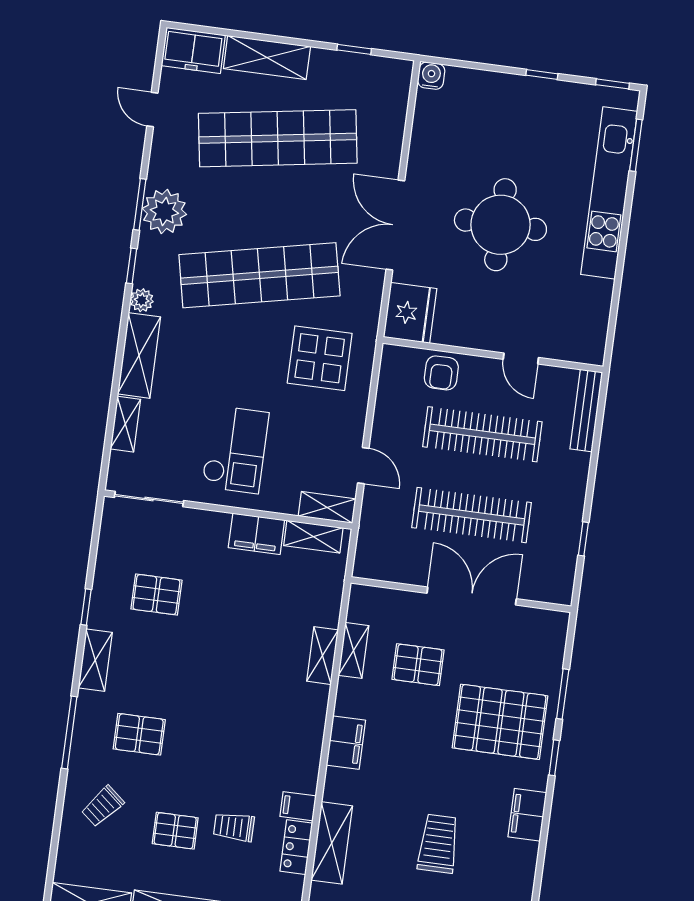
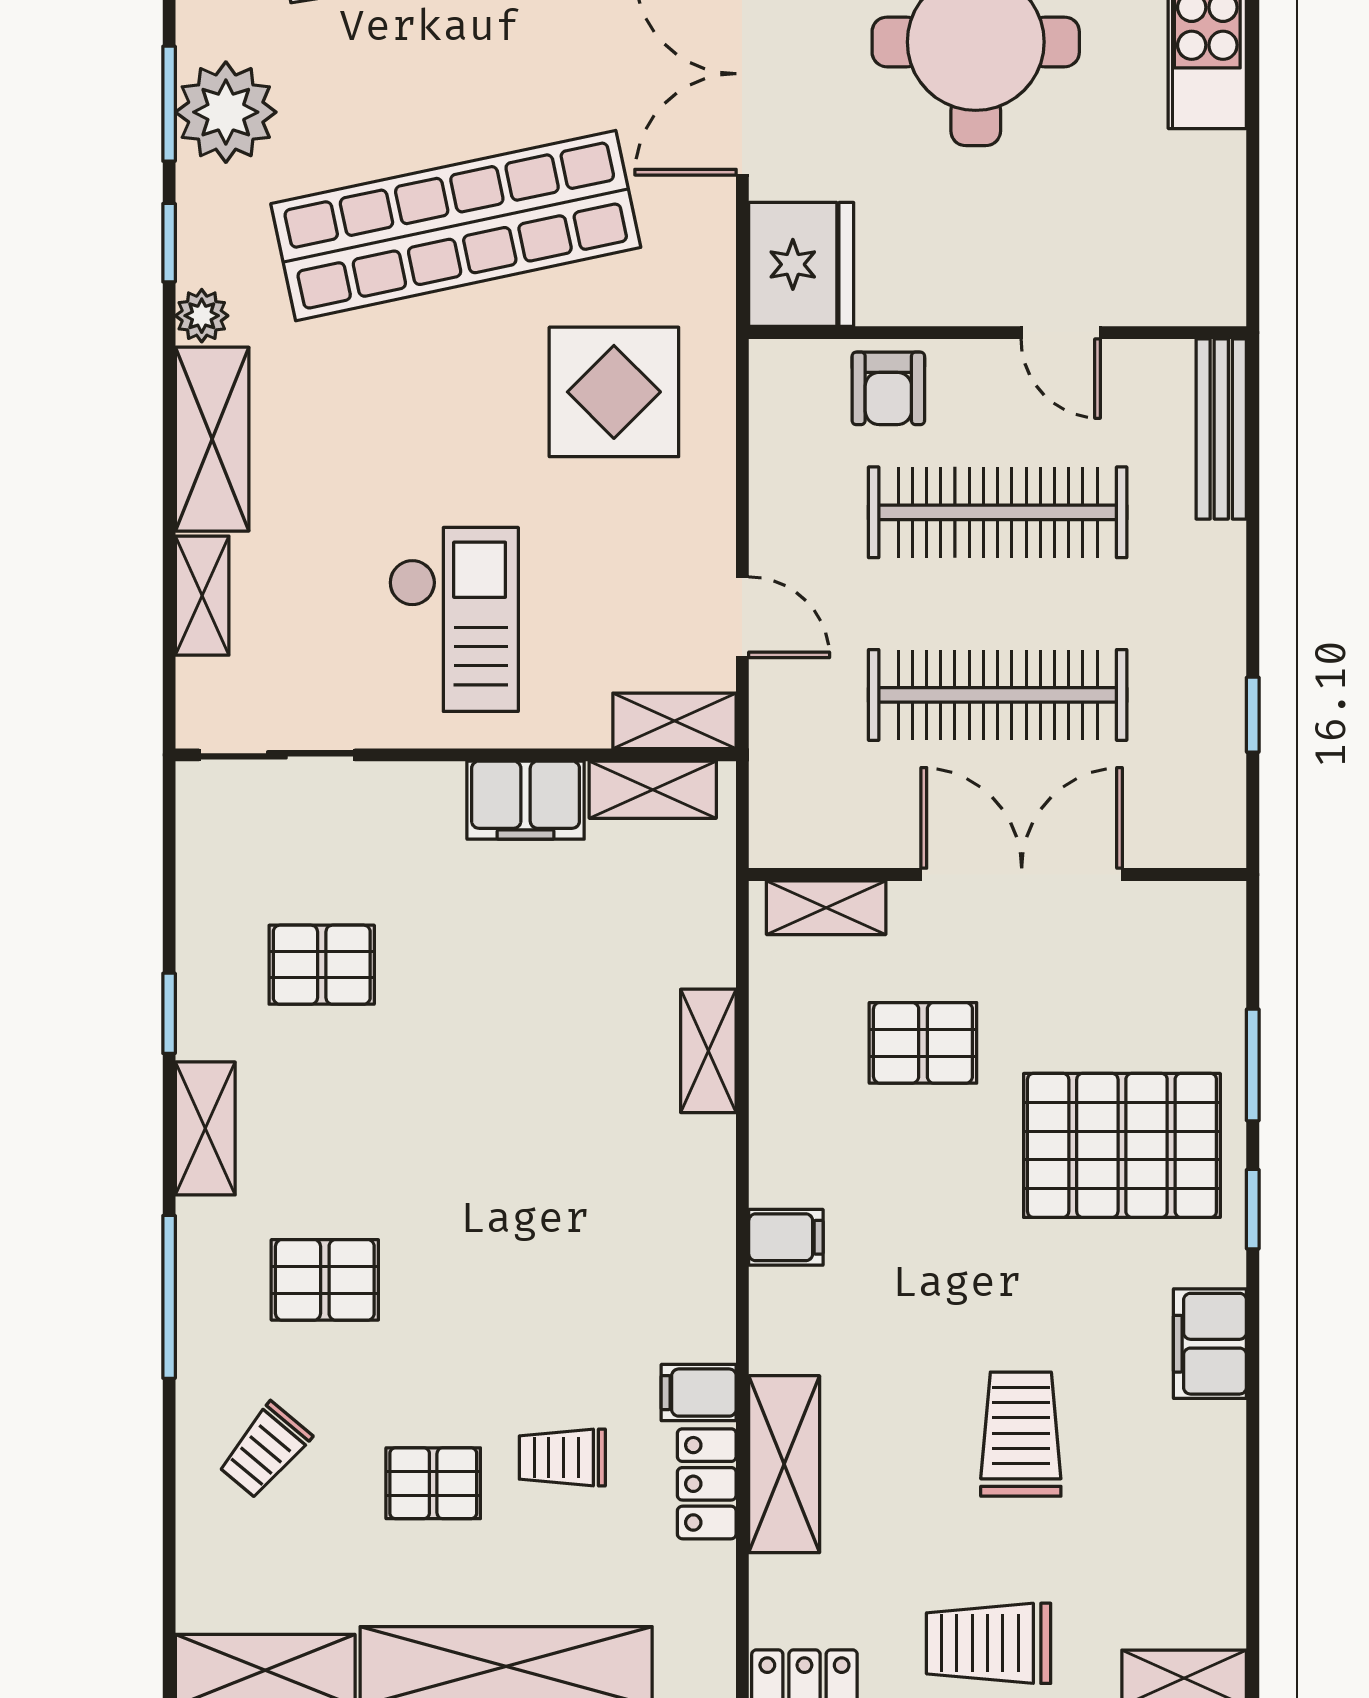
shelving: (354, 650) -> (826, 908), moved, turned 90
filing cabinet: (346, 743) -> (786, 1237), width x0.50

